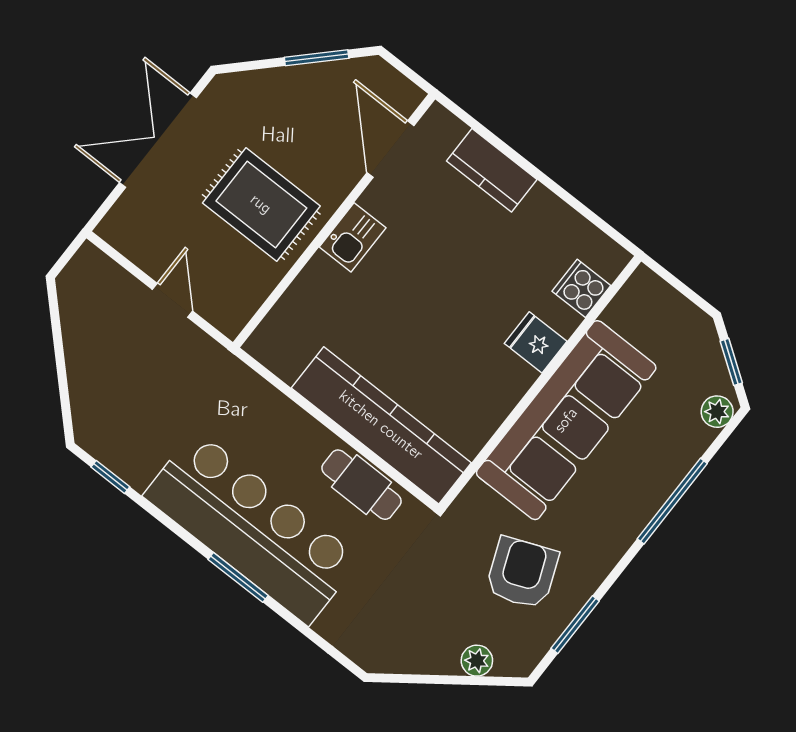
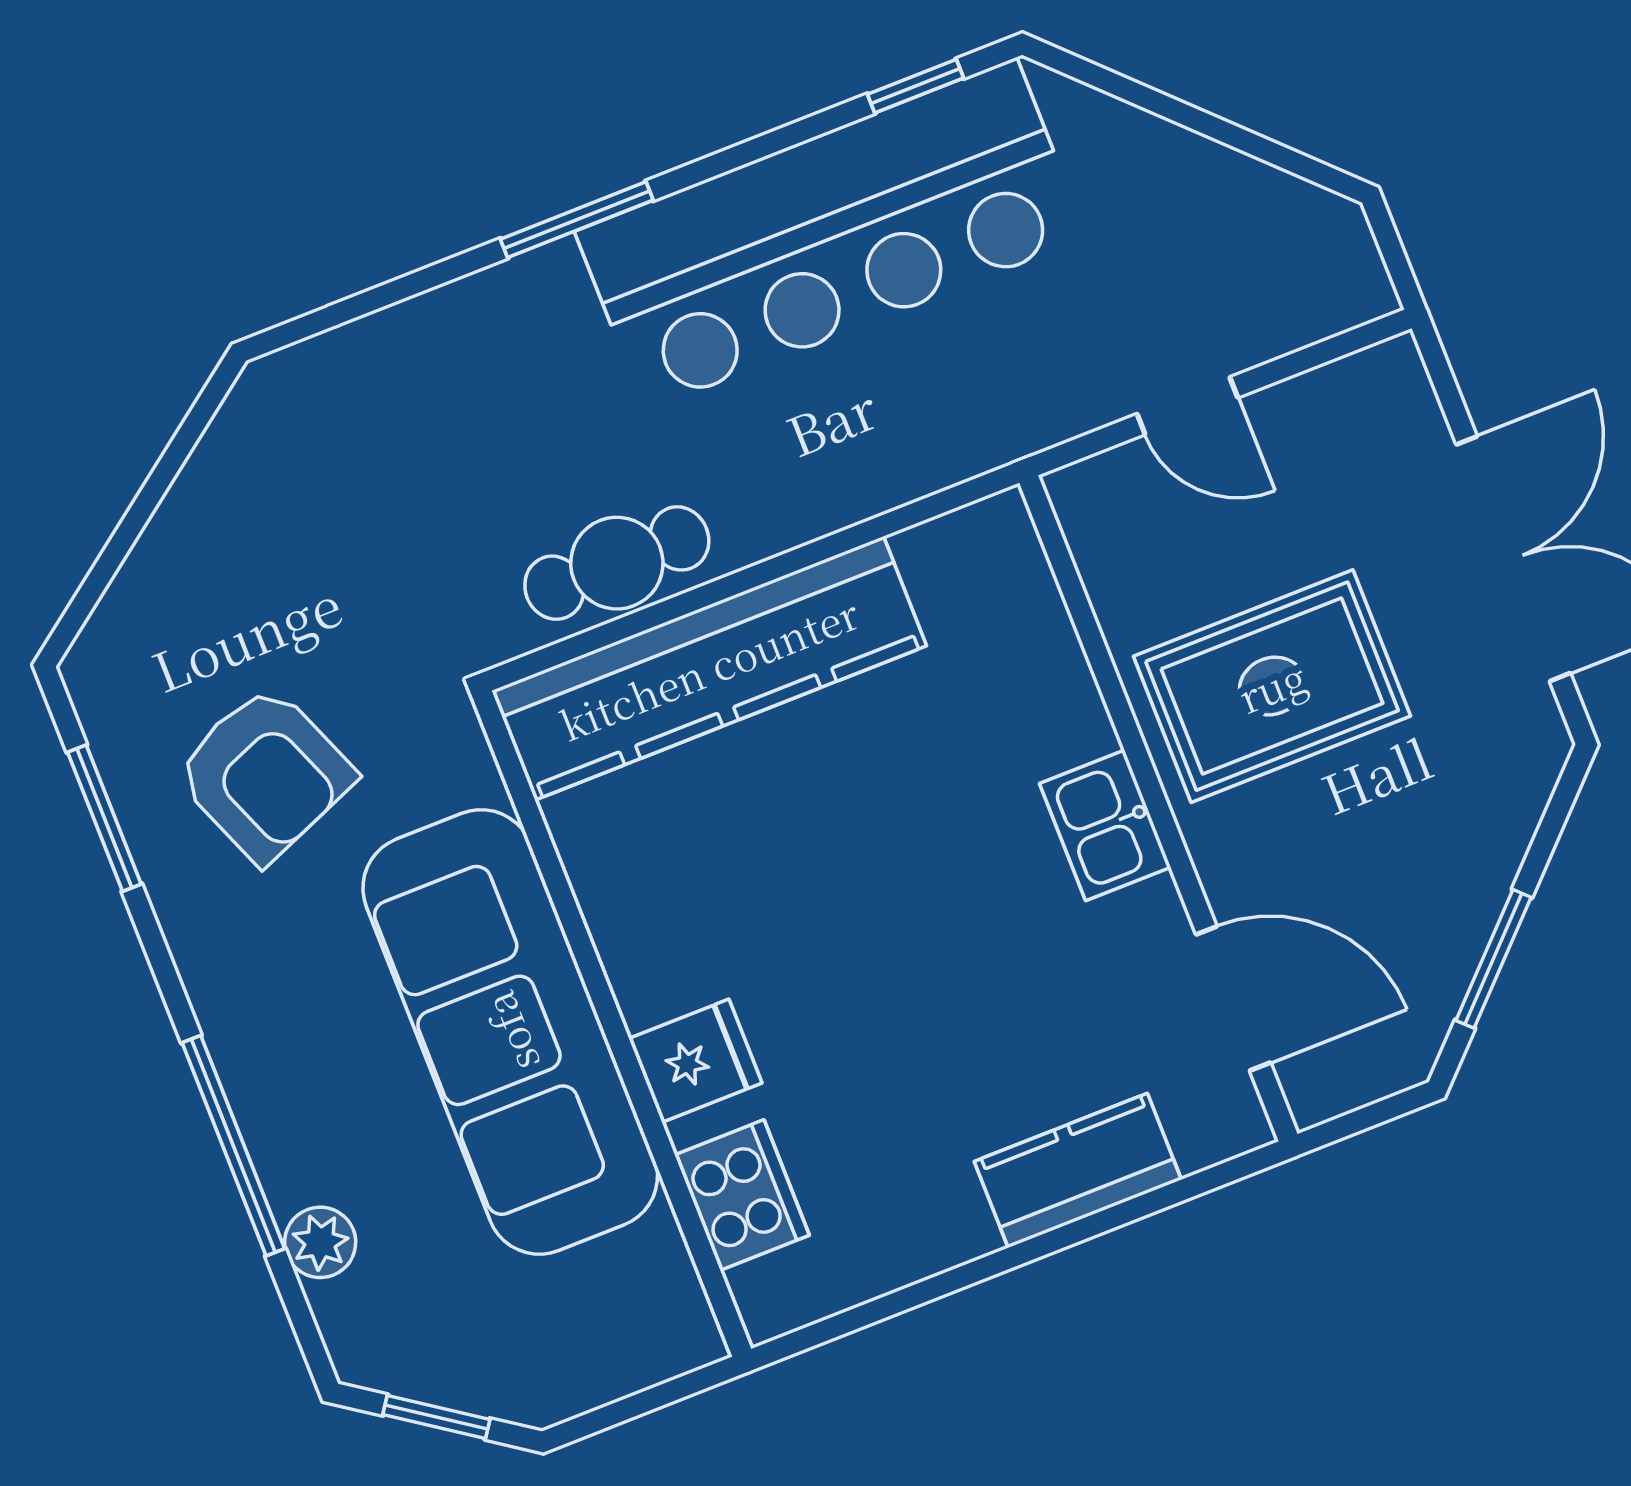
cooker: (581, 288) -> (742, 1195), width x1.36
plant: (717, 412) -> (320, 1242), moved
bar counter: (252, 527) -> (831, 234), moved
plant: (477, 661) -> (146, 587), removed

